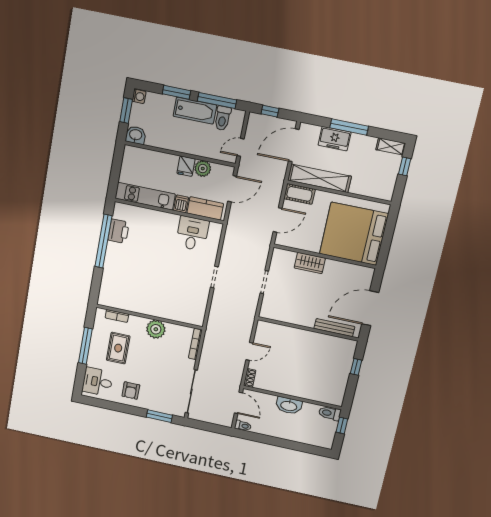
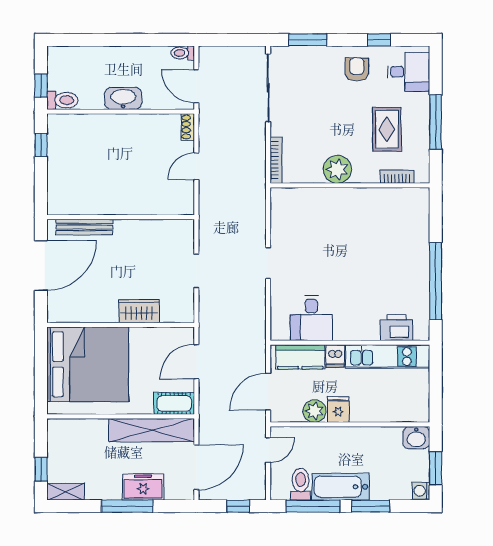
printer: (119, 231) -> (396, 328), moved, turned 90
window: (356, 367) -> (41, 145), moved
window: (113, 406) -> (379, 40), added

